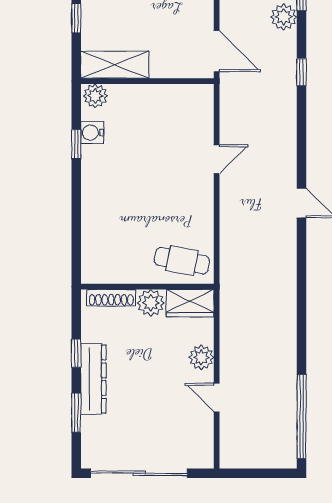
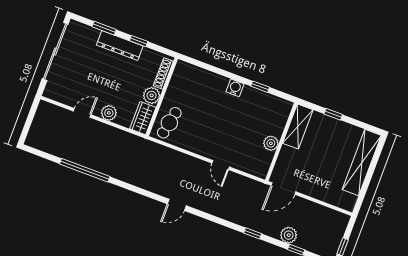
plant: (95, 96) -> (271, 143), moved
water cooler: (92, 133) -> (235, 88), moved
window: (302, 416) -> (85, 170), moved

